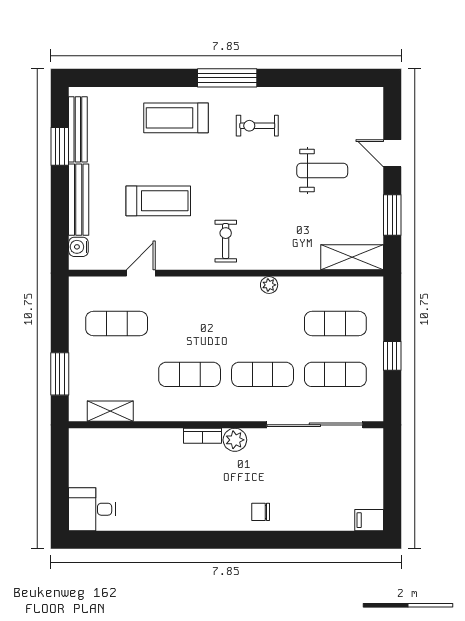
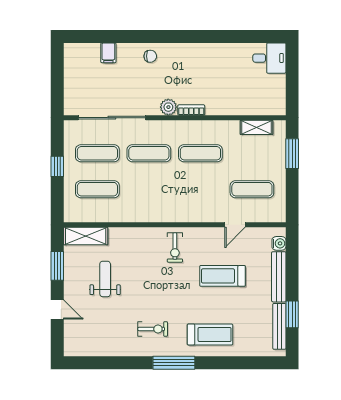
weight bench: (322, 171) -> (105, 279), moved, turned 90
plant: (269, 285) -> (144, 216), removed
filing cabinet: (369, 520) -> (108, 53), moved, turned 90

